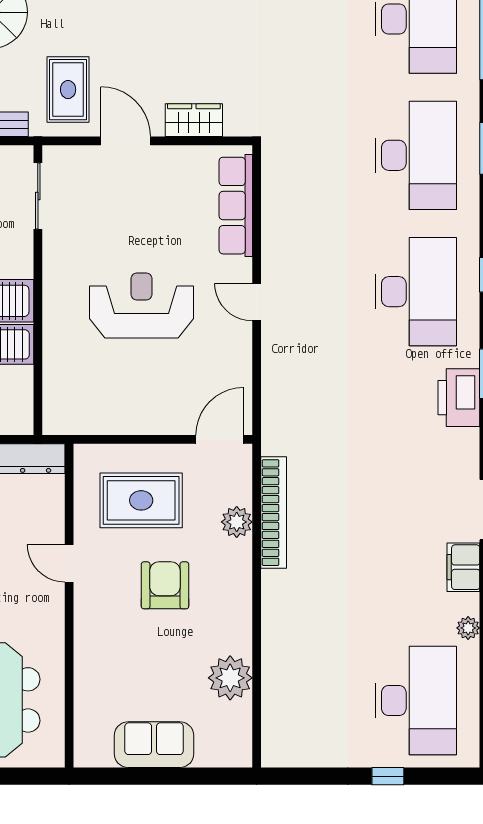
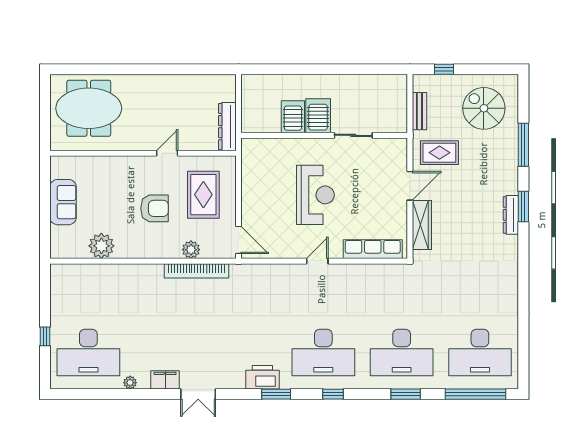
wardrobe: (194, 120) -> (422, 225), width x1.50
sliding door: (38, 196) -> (353, 135), moved

